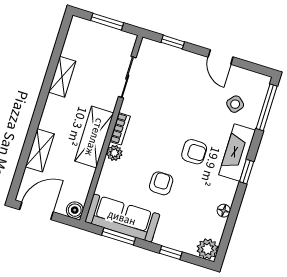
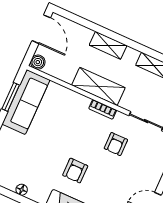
shelving: (40, 150) -> (108, 45), moved
plant: (114, 153) -> (83, 102), removed
armchair: (161, 183) -> (116, 144), moved, turned 90

